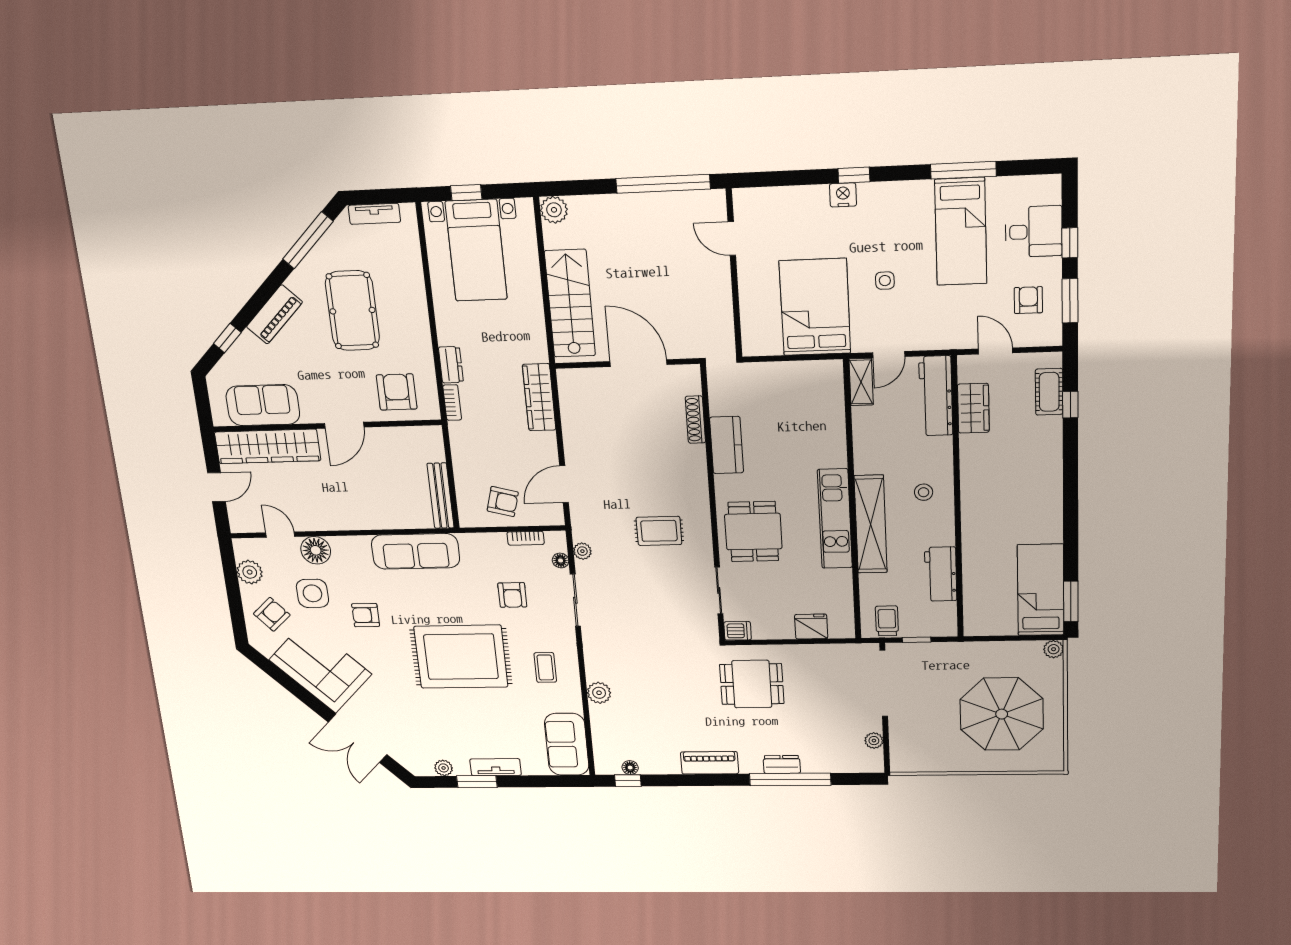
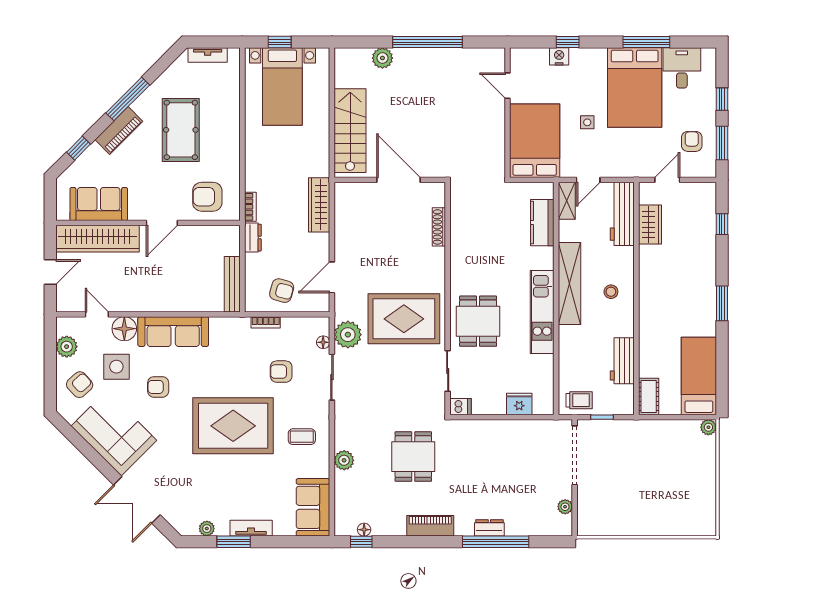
plant: (554, 210) -> (382, 58), moved
bed: (961, 232) -> (635, 88), width x1.50
desk: (1034, 232) -> (682, 68), moved, turned -90
door: (732, 239) -> (508, 86), moved
window: (308, 240) -> (128, 99), moved
wall: (734, 274) -> (508, 113), moved
door: (995, 351) -> (667, 180), hinge flipped
dresser: (451, 365) -> (253, 238), moved
armchair: (397, 392) -> (207, 197), turned -90
cot: (1049, 392) -> (649, 397), moved
kitchen counter: (727, 445) -> (542, 223), moved, turned 180
shelving: (871, 524) -> (569, 283), moved
rug: (659, 531) -> (404, 319), width x1.86, depth x2.06
bookcase: (526, 538) -> (266, 322), moved
sofa: (415, 551) -> (173, 332), moved
plant: (582, 551) -> (348, 335), width x1.88, depth x1.88
armchair: (512, 595) -> (281, 372), turned 90
window: (1071, 601) -> (722, 303), moved
trolley: (887, 621) -> (579, 400), turned 90
coffee table: (545, 667) -> (302, 437), turned 90
dining table: (752, 684) -> (413, 457), moved, turned 90
parasol: (1002, 714) -> (667, 484), removed

